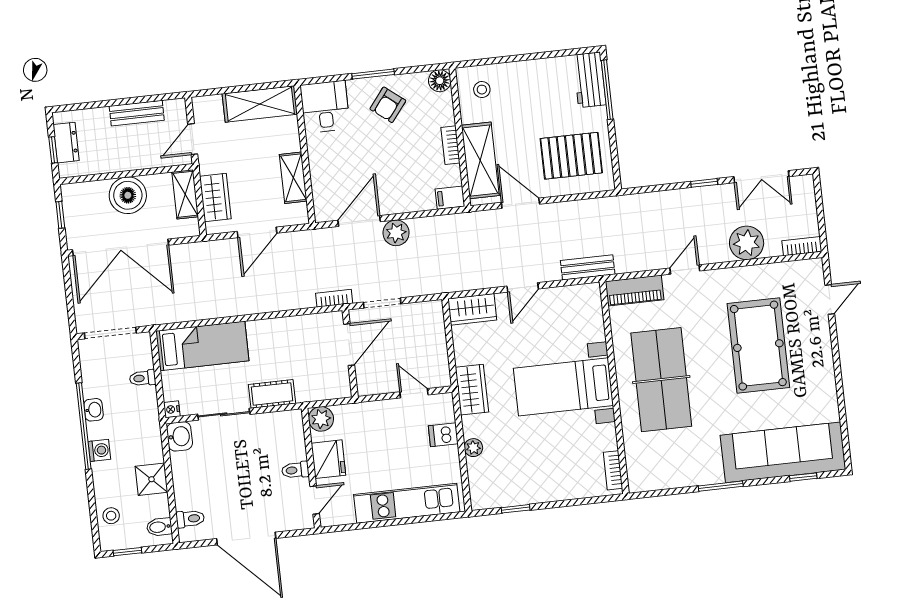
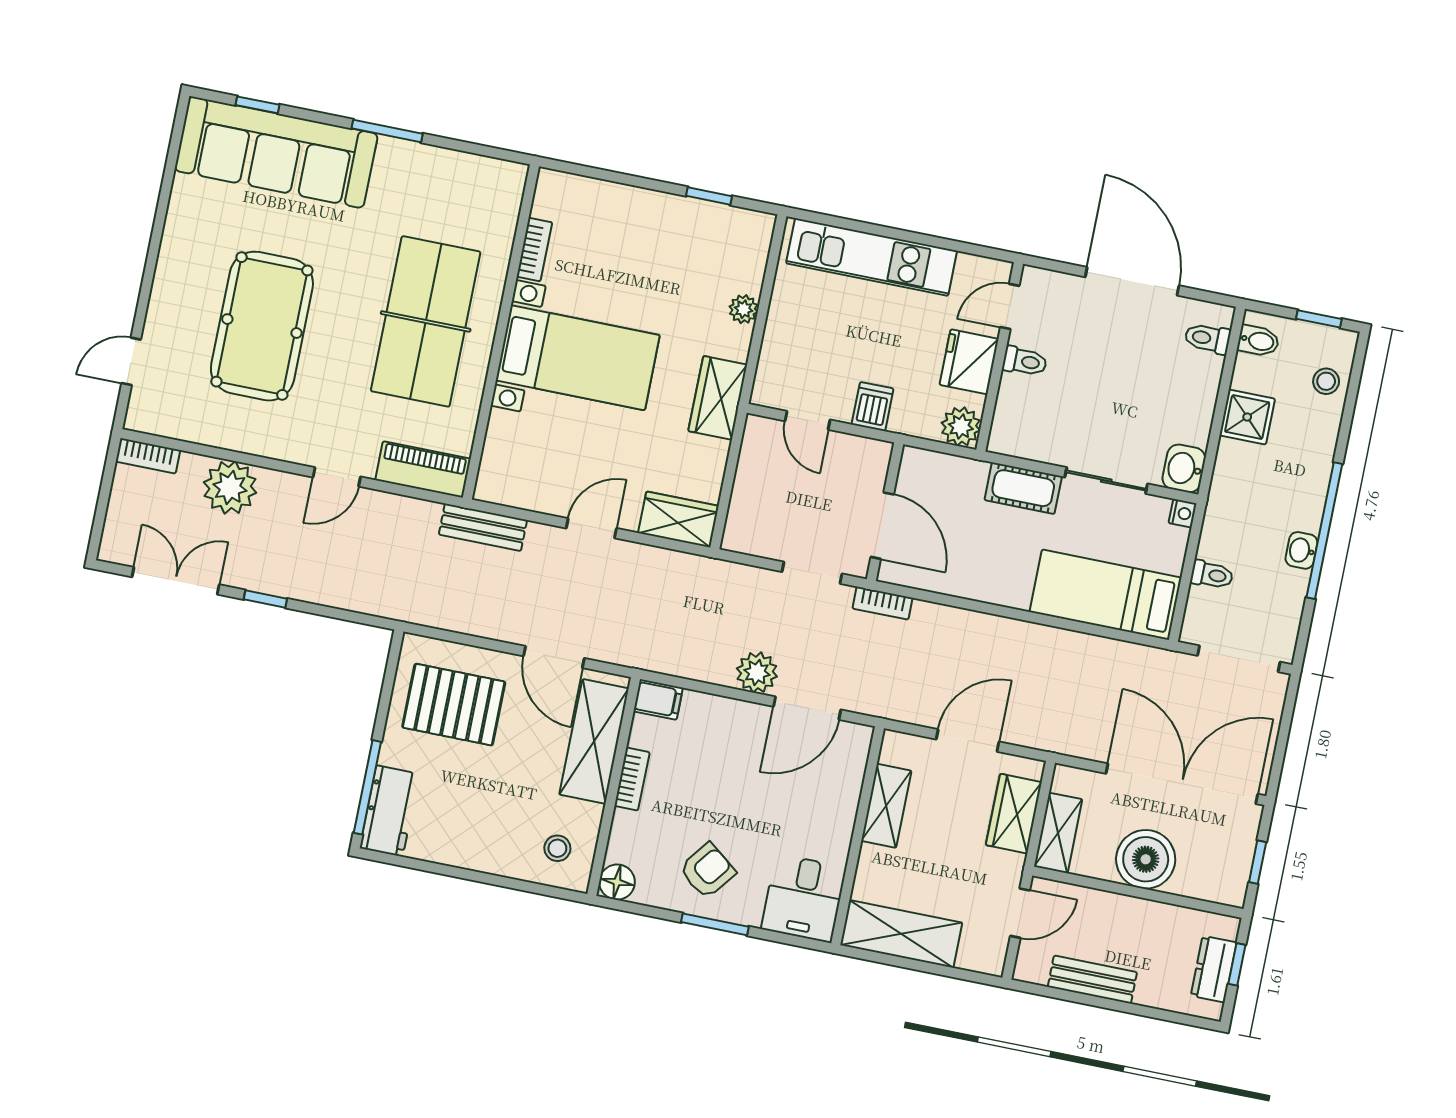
door: (349, 345) -> (882, 526), swing flipped
dishwasher: (443, 435) -> (873, 407), moved, turned -90
washing machine: (99, 450) -> (1312, 486), removed
bookcase: (613, 470) -> (534, 250), moved

